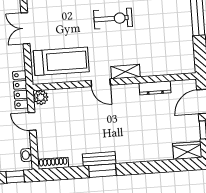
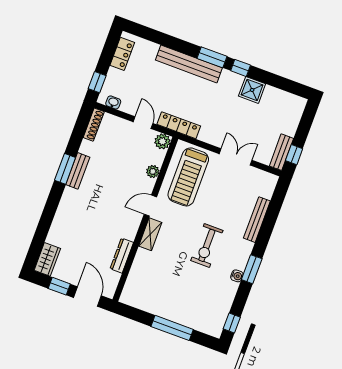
plant: (70, 94) -> (153, 171), added
door: (32, 121) -> (143, 123), hinge flipped

